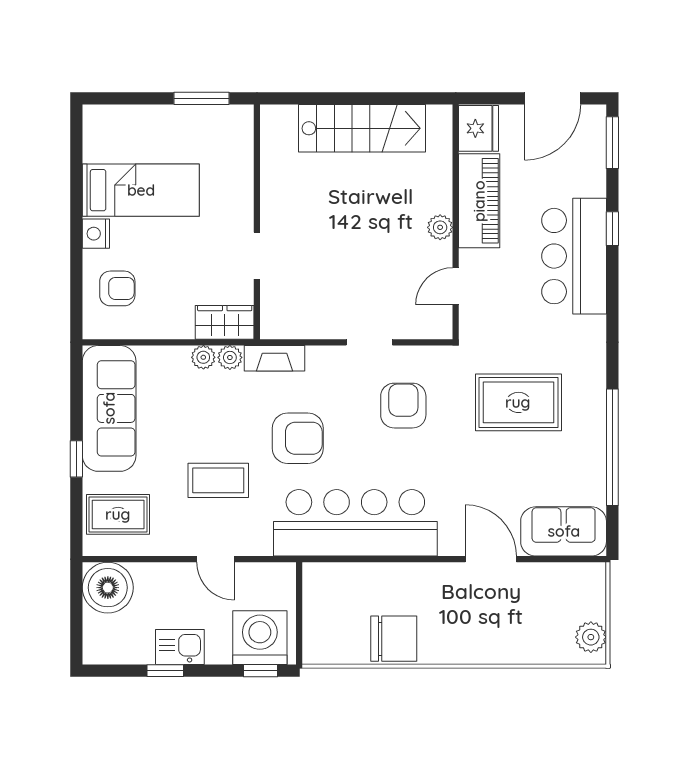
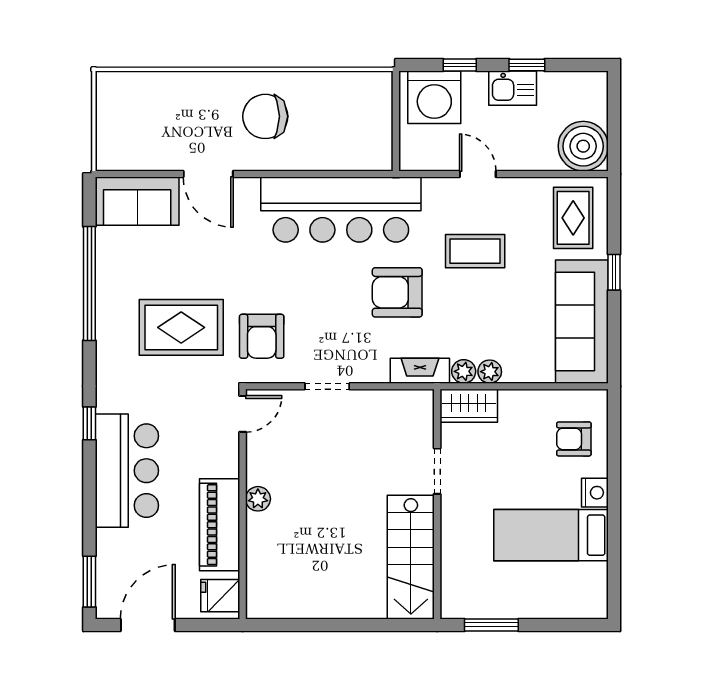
stairs: (362, 128) -> (411, 557), moved, turned -90
fridge: (479, 128) -> (220, 596), width x0.72
window: (612, 229) -> (89, 423), moved
door: (456, 286) -> (243, 414), moved
armchair: (403, 406) -> (262, 336), moved
rug: (118, 514) -> (573, 218), turned 90
plant: (591, 637) -> (110, 98), removed
chair: (394, 639) -> (265, 116), moved
window: (260, 671) -> (460, 65), moved

